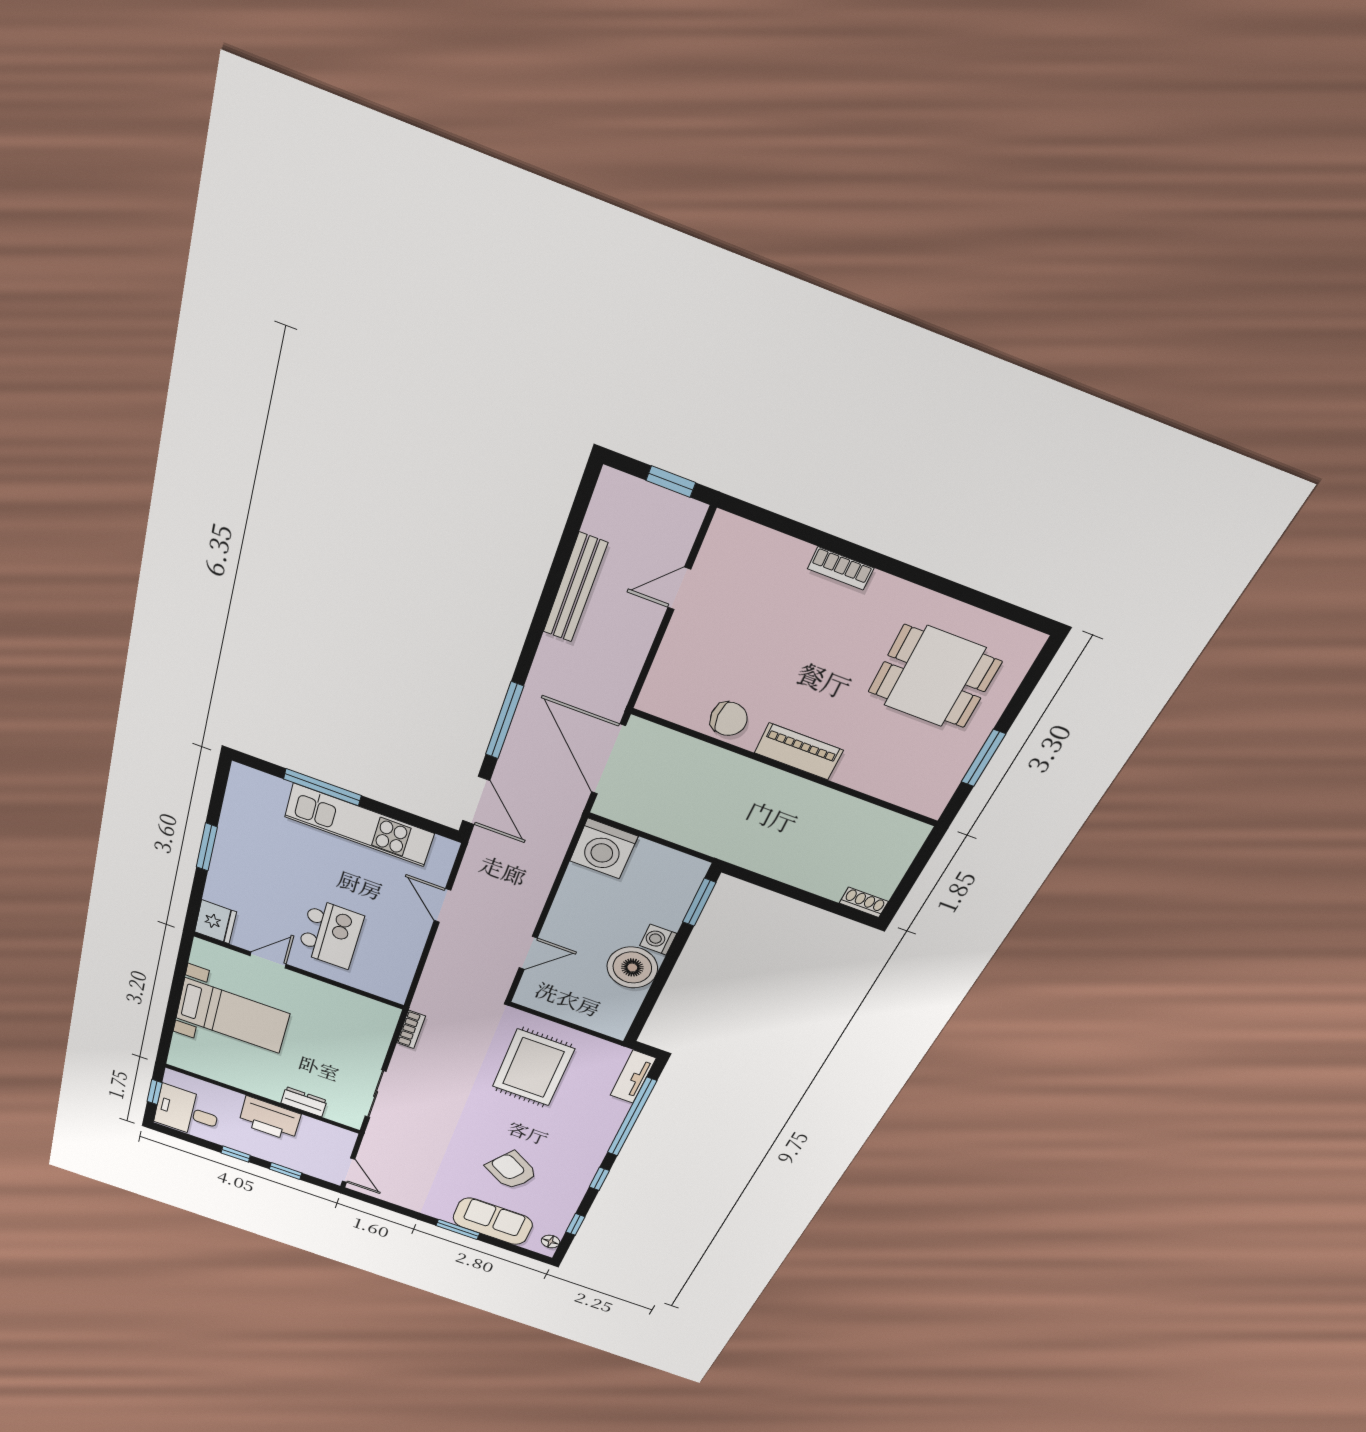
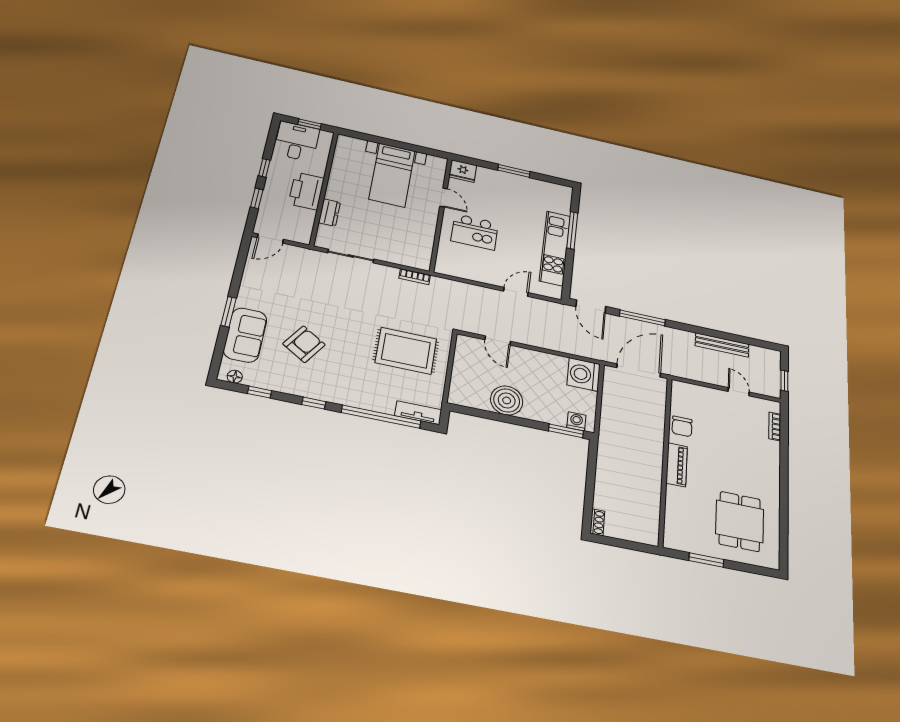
bookcase: (841, 568) -> (775, 426), moved
door: (476, 801) -> (591, 307), hinge flipped
washing machine: (658, 940) -> (576, 421), moved

